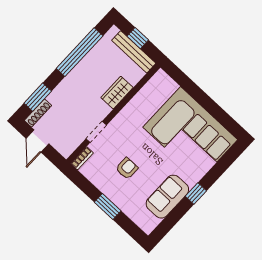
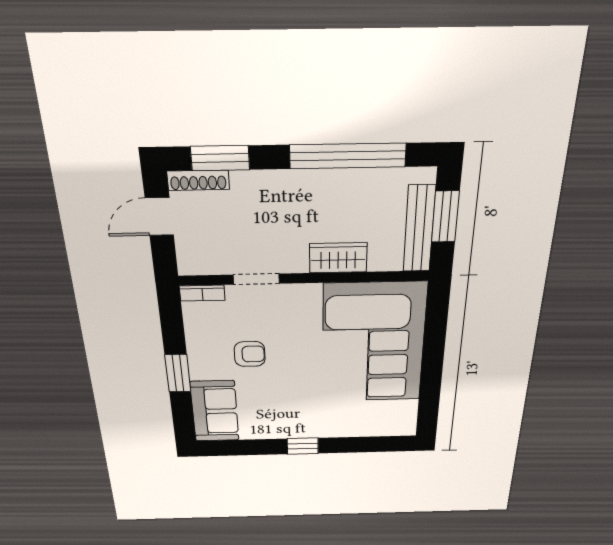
window: (138, 38) -> (445, 217), width x1.50
corner sofa: (190, 133) -> (373, 343), moved
sofa: (167, 197) -> (215, 411), moved, turned 90

